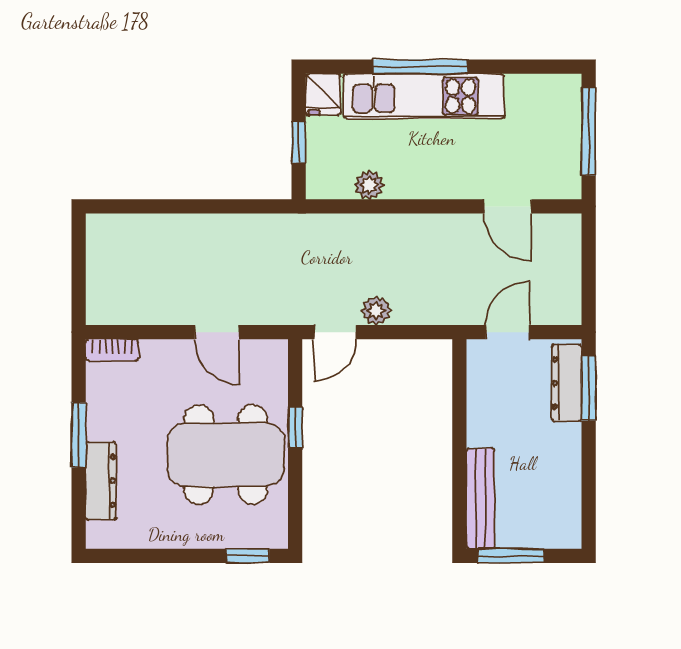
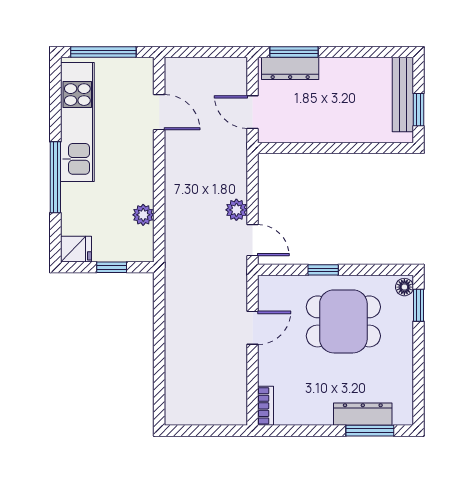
kitchen unit: (424, 96) -> (77, 122), moved
door: (508, 206) -> (159, 112), hinge flipped
window: (79, 435) -> (370, 431), moved
dining table: (226, 455) -> (343, 321), width x0.73
bench: (480, 499) -> (403, 95), moved, turned 90
floor lamp: (272, 537) -> (404, 287), added
window: (511, 556) -> (418, 110), width x0.67

